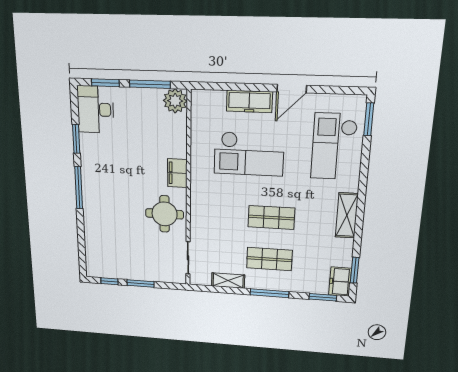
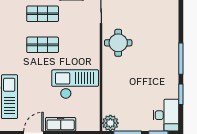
checkout: (249, 154) -> (75, 84), moved
filing cabinet: (177, 173) -> (109, 73), removed

